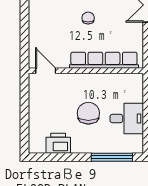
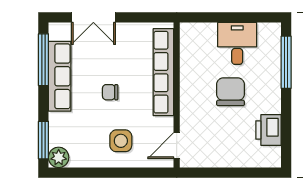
side table: (50, 26) -> (121, 141), added
chair: (88, 113) -> (230, 92), turned 90

